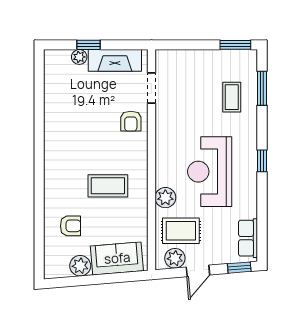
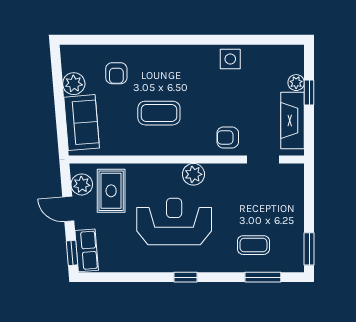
side table: (57, 119) -> (230, 59), added
coffee table: (108, 186) -> (159, 113), turned 90
plant: (165, 198) -> (193, 174), moved
row of seats: (248, 238) -> (87, 250), moved, turned 85

